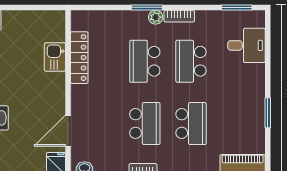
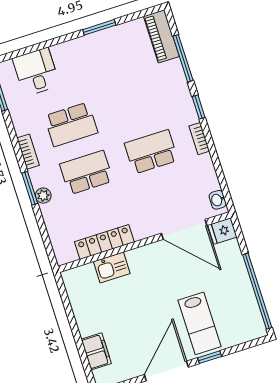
plant: (156, 17) -> (43, 196), moved
school desk: (145, 61) -> (86, 172), turned 180
school desk: (191, 124) -> (136, 104), removed
door: (68, 131) -> (184, 229), width x1.36

